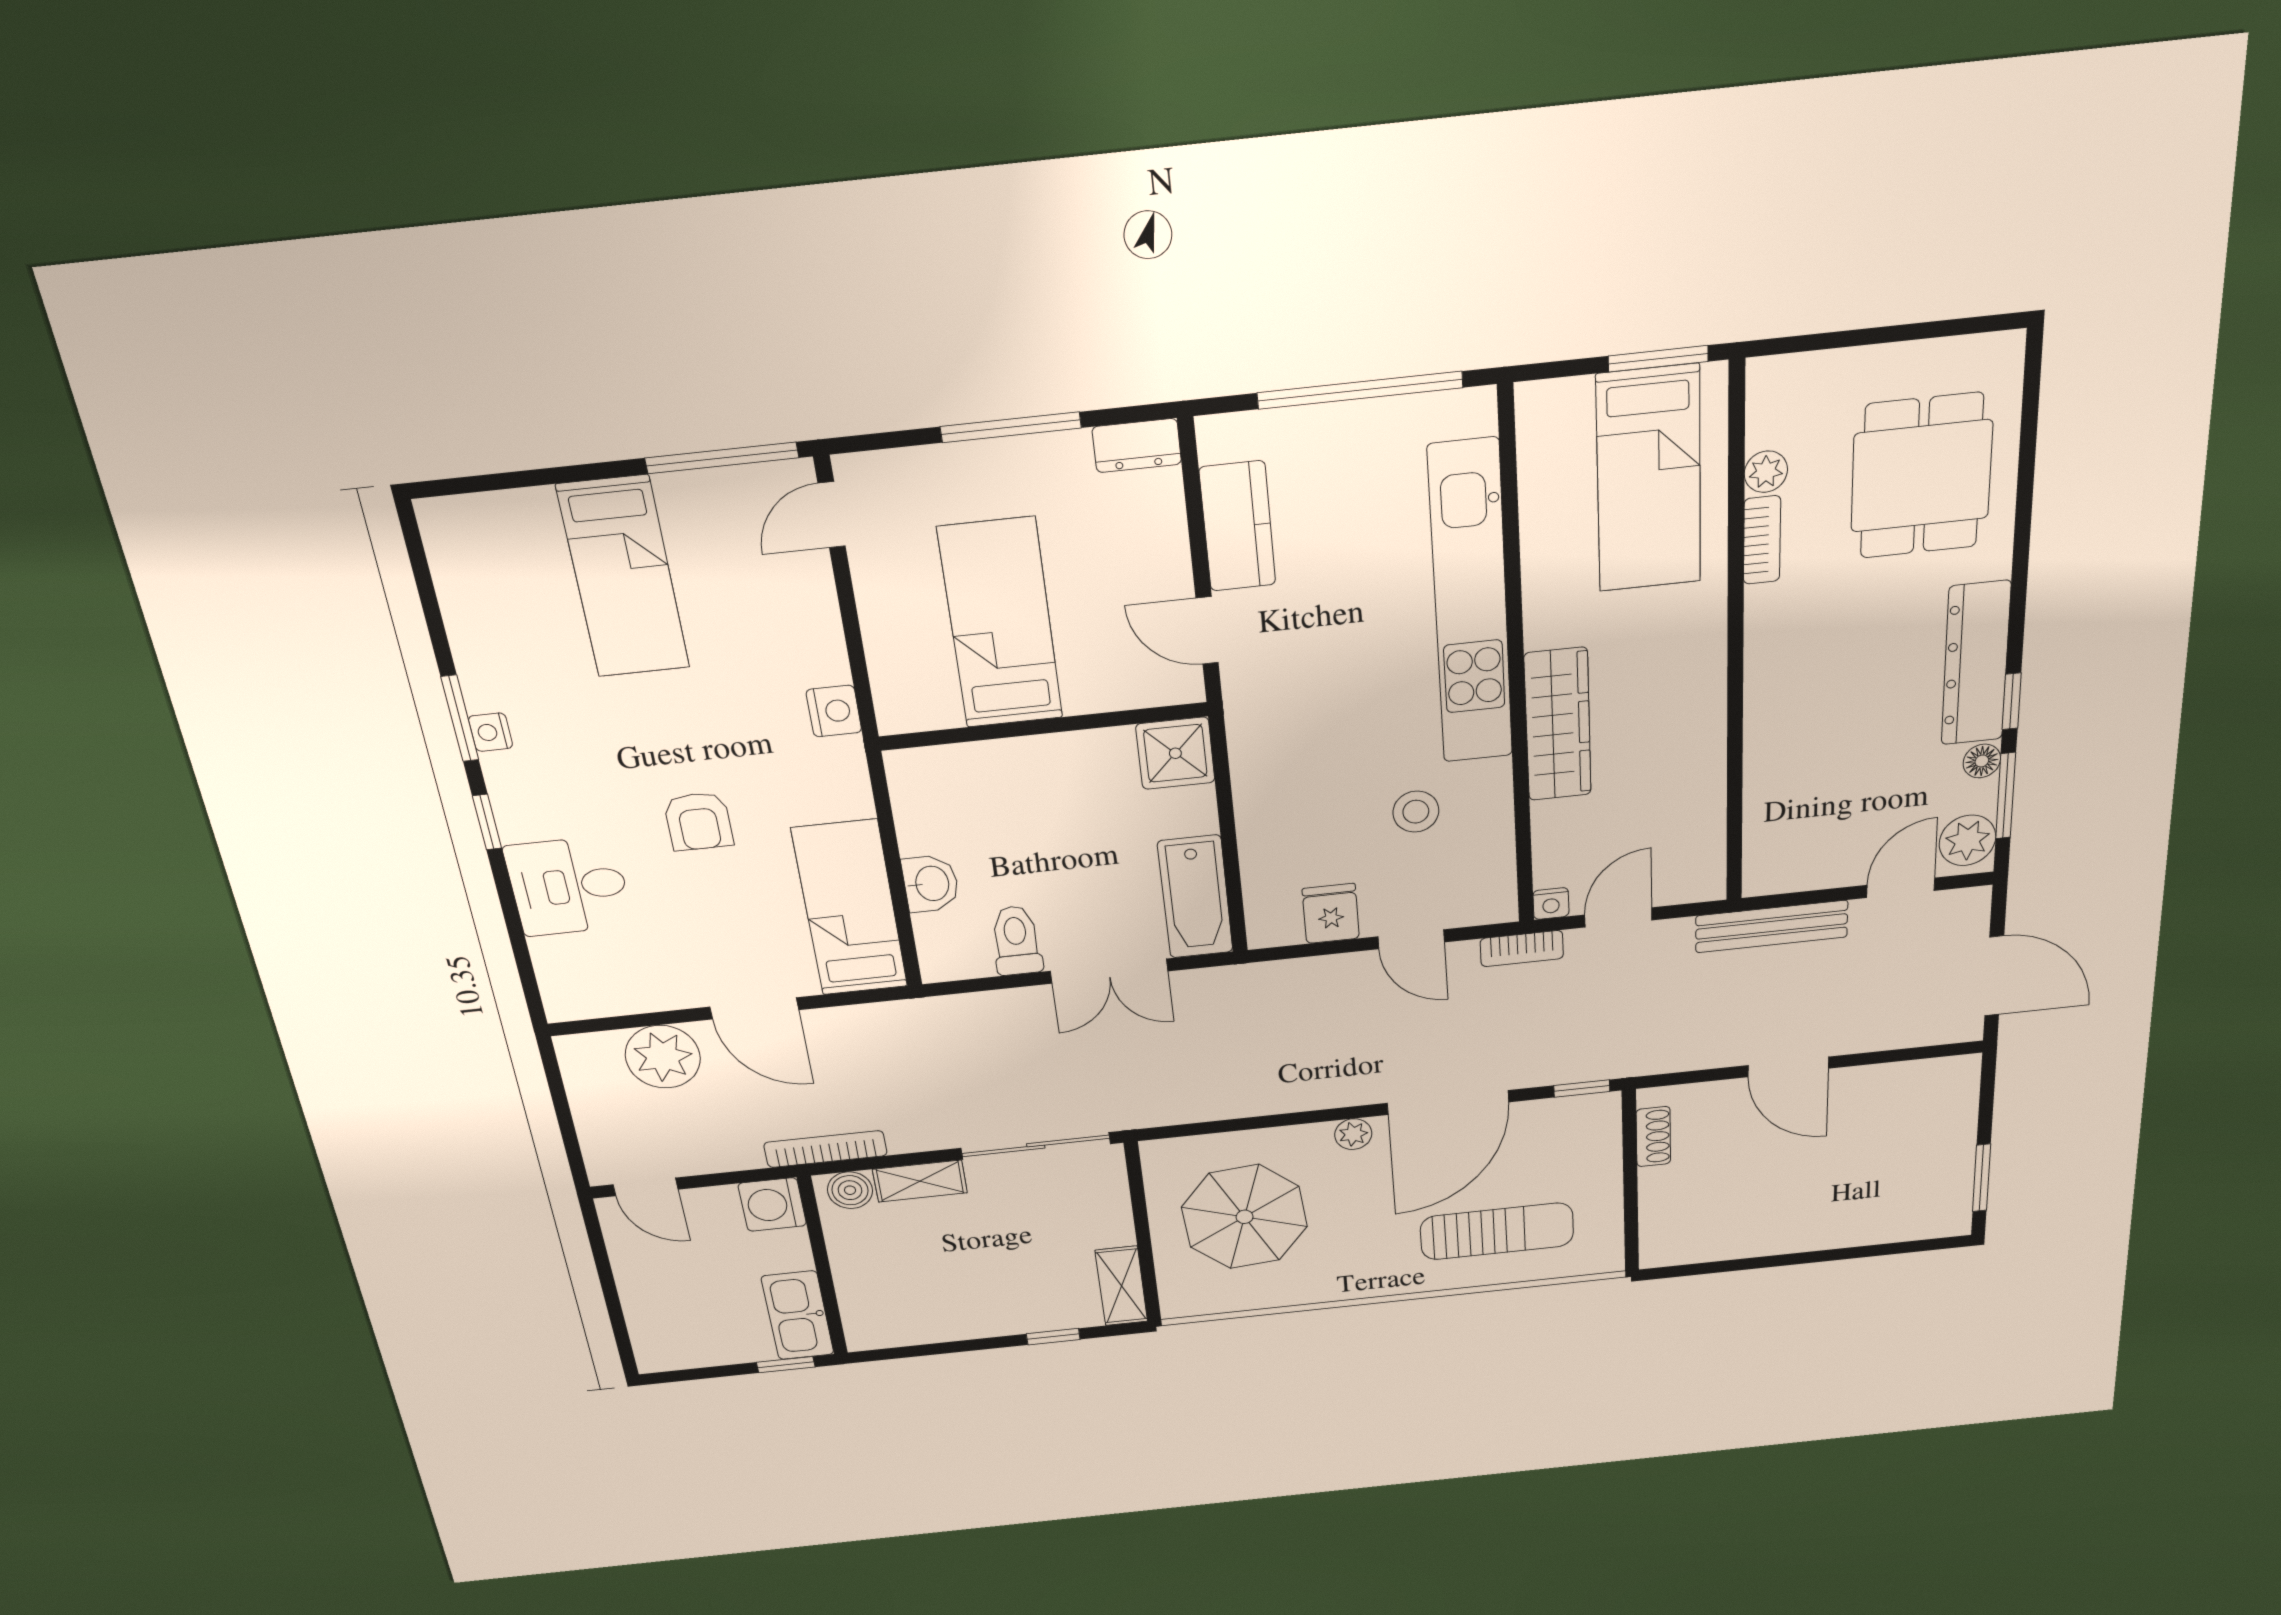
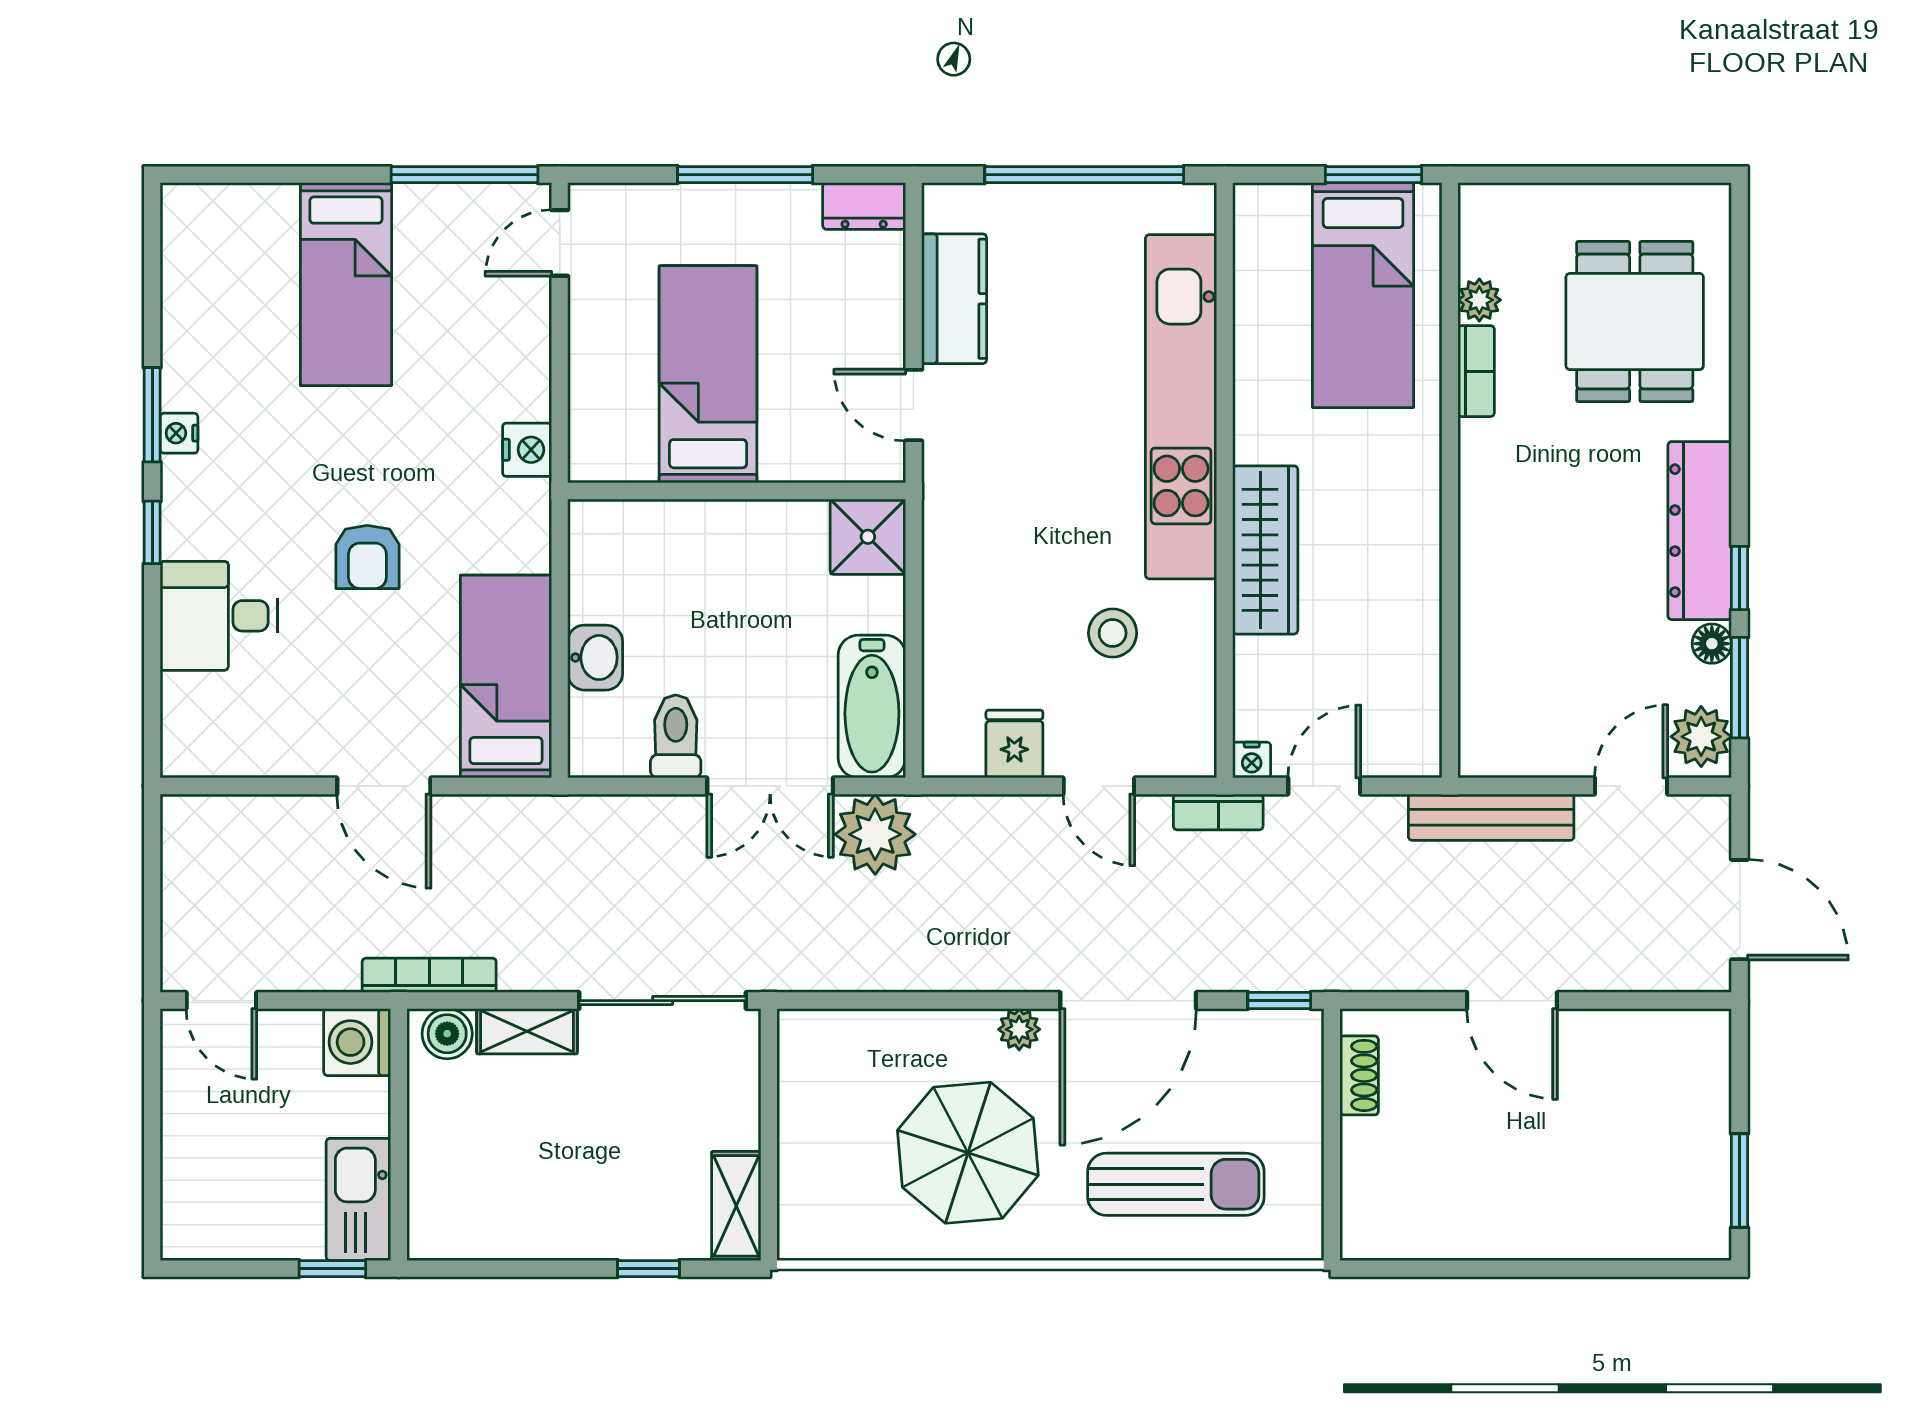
plant: (663, 1057) -> (875, 834), moved
parasol: (1245, 1217) -> (968, 1153), moved

